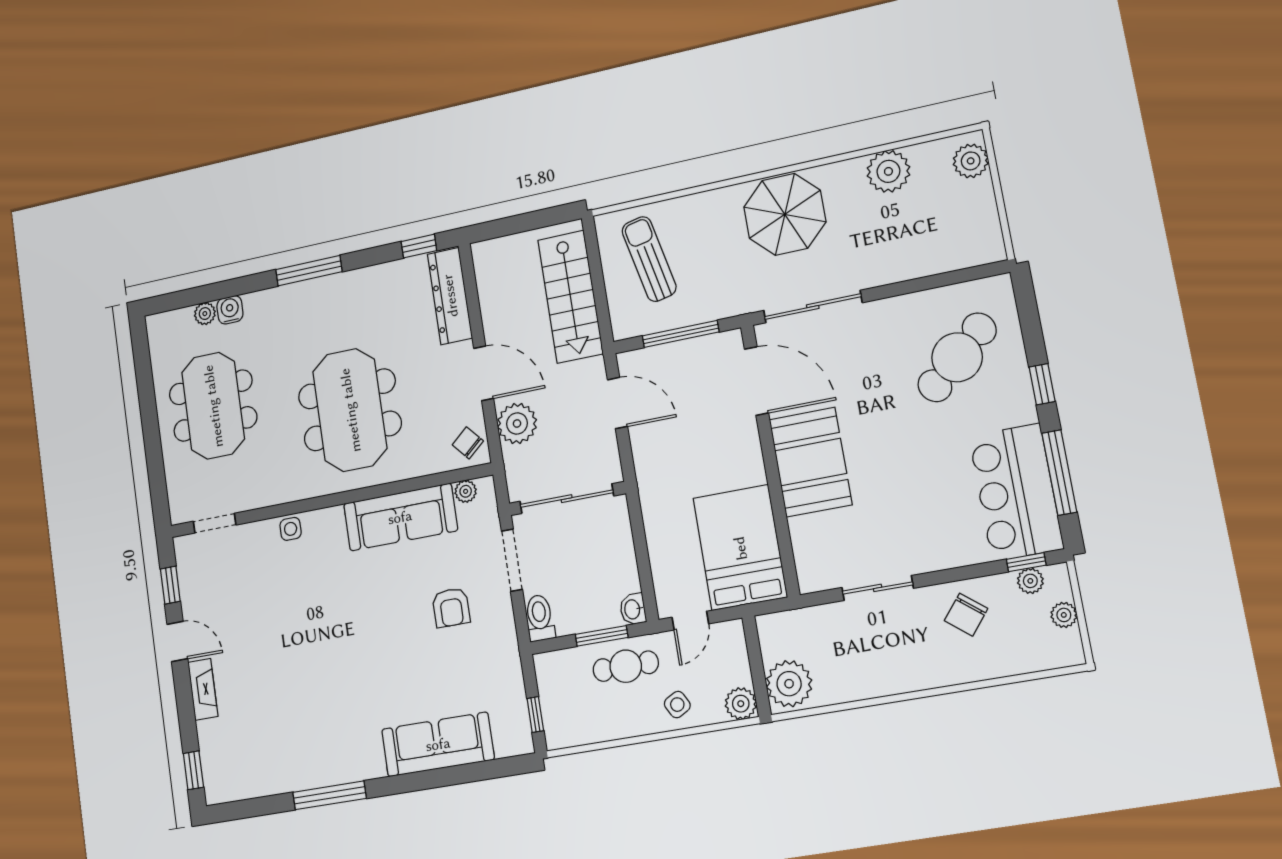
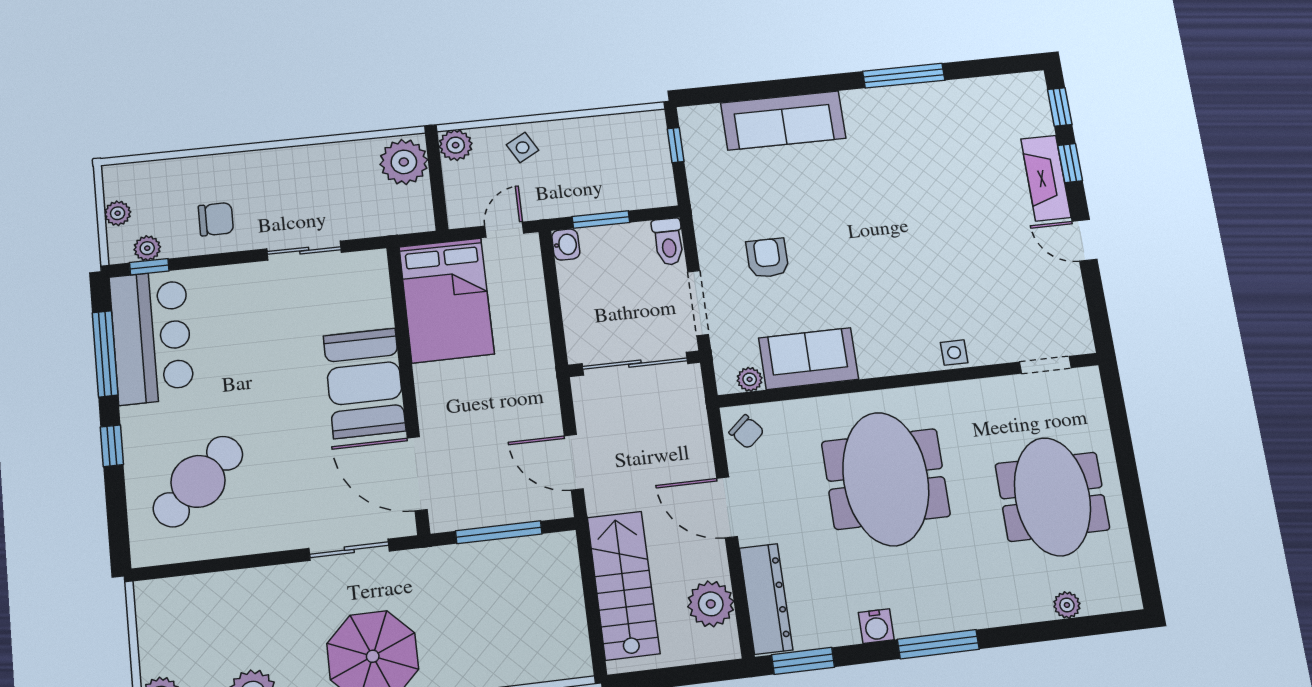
window: (419, 246) -> (803, 661), width x1.50
sun lounger: (649, 259) -> (531, 620), removed
sliding door: (813, 307) -> (349, 550), width x0.73
water cooler: (230, 310) -> (876, 626), moved
plant: (517, 423) -> (711, 604), moved
sofa: (400, 517) -> (809, 359), width x0.73
window: (170, 585) -> (1070, 163), moved
chair: (966, 615) -> (216, 219), turned 51
cafe table: (626, 666) -> (576, 188), removed
fireplace: (203, 689) -> (1046, 178), width x1.37, depth x1.32

